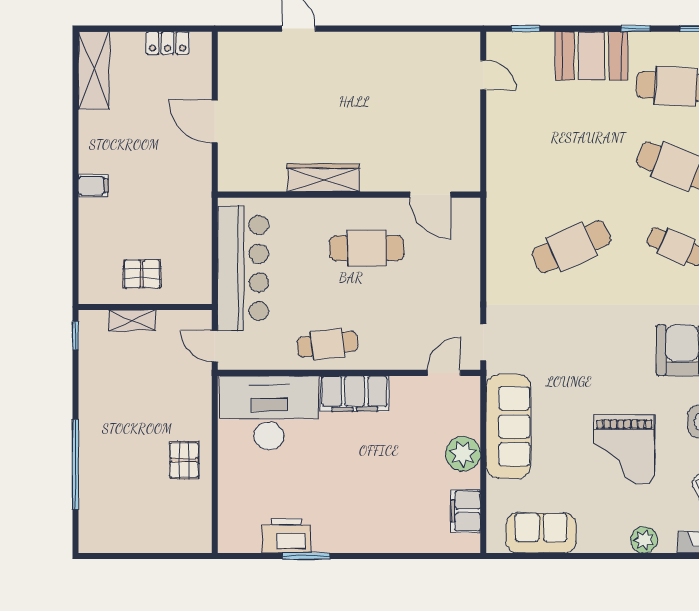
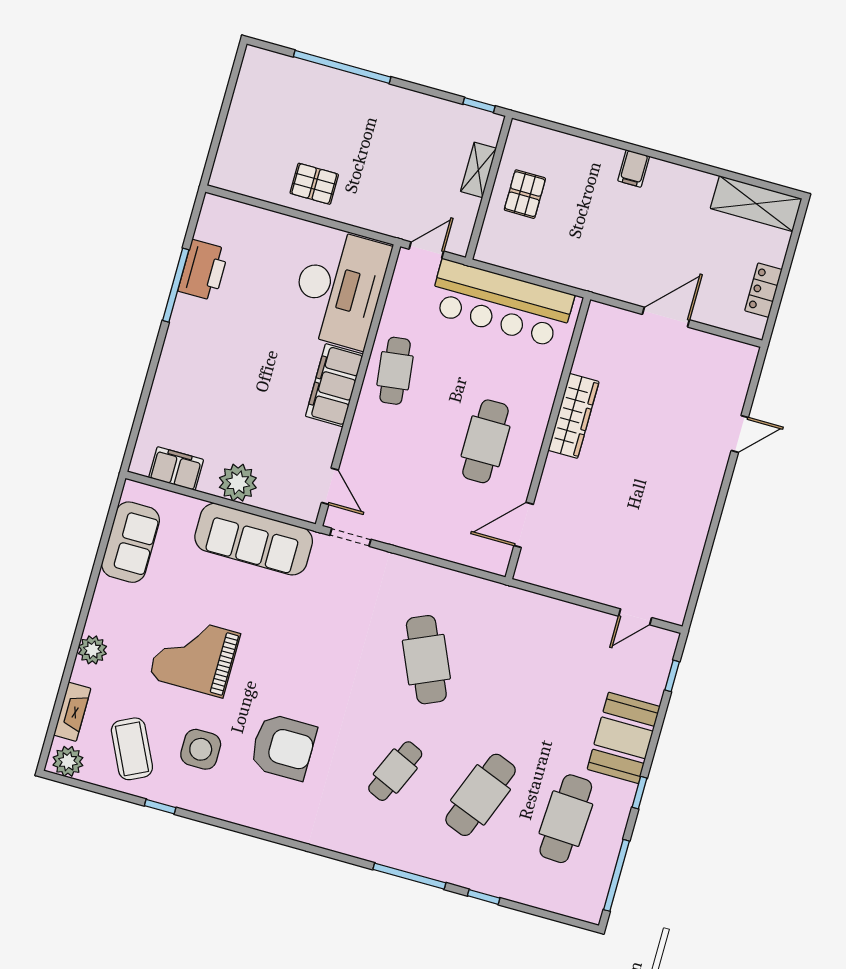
window: (306, 556) -> (176, 285), width x1.44

